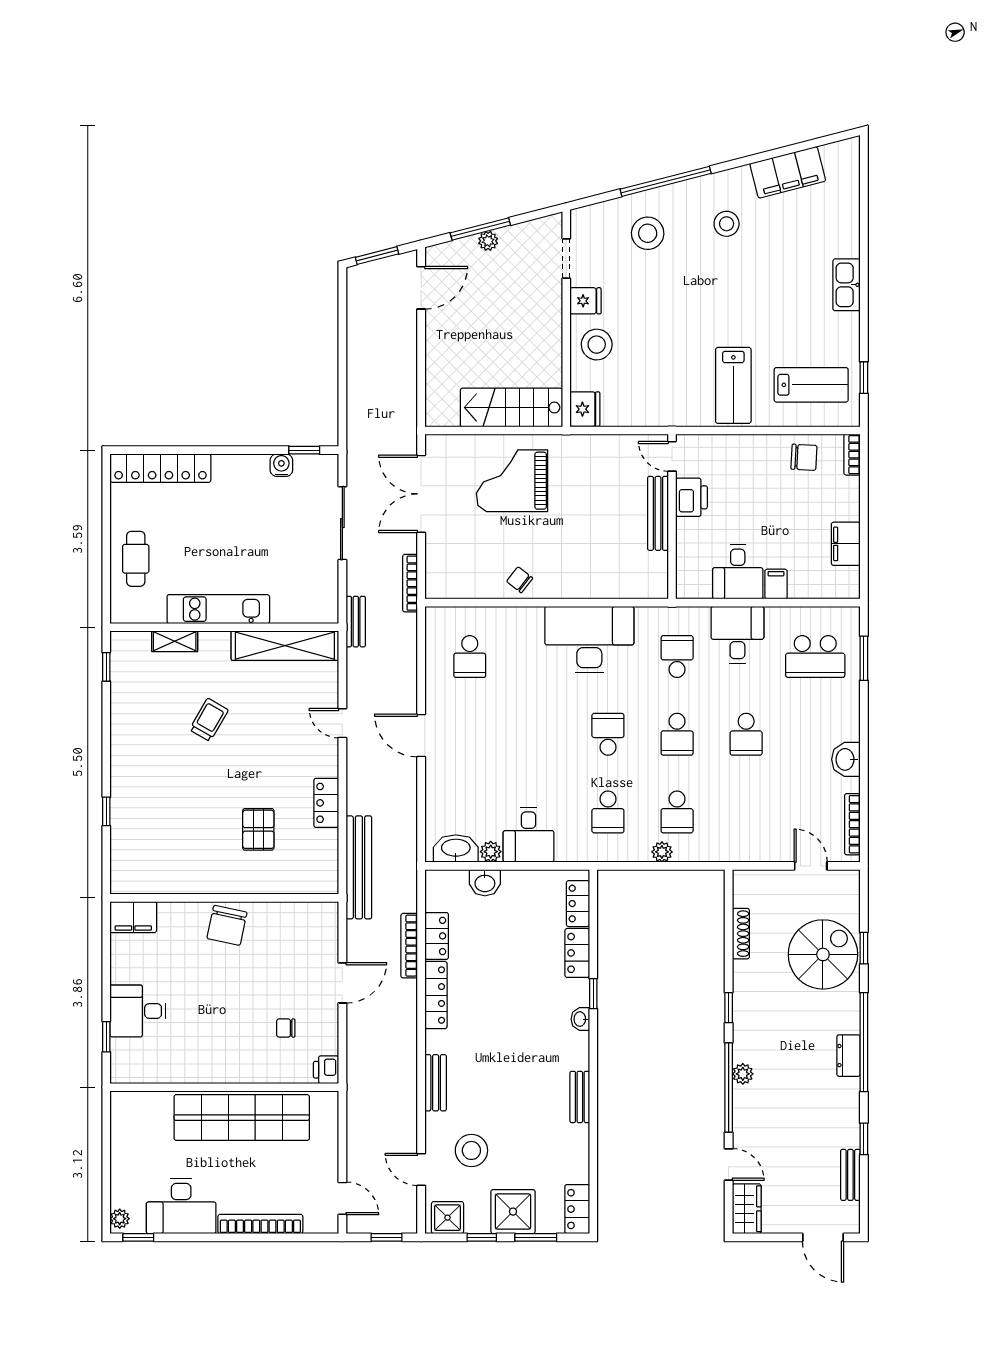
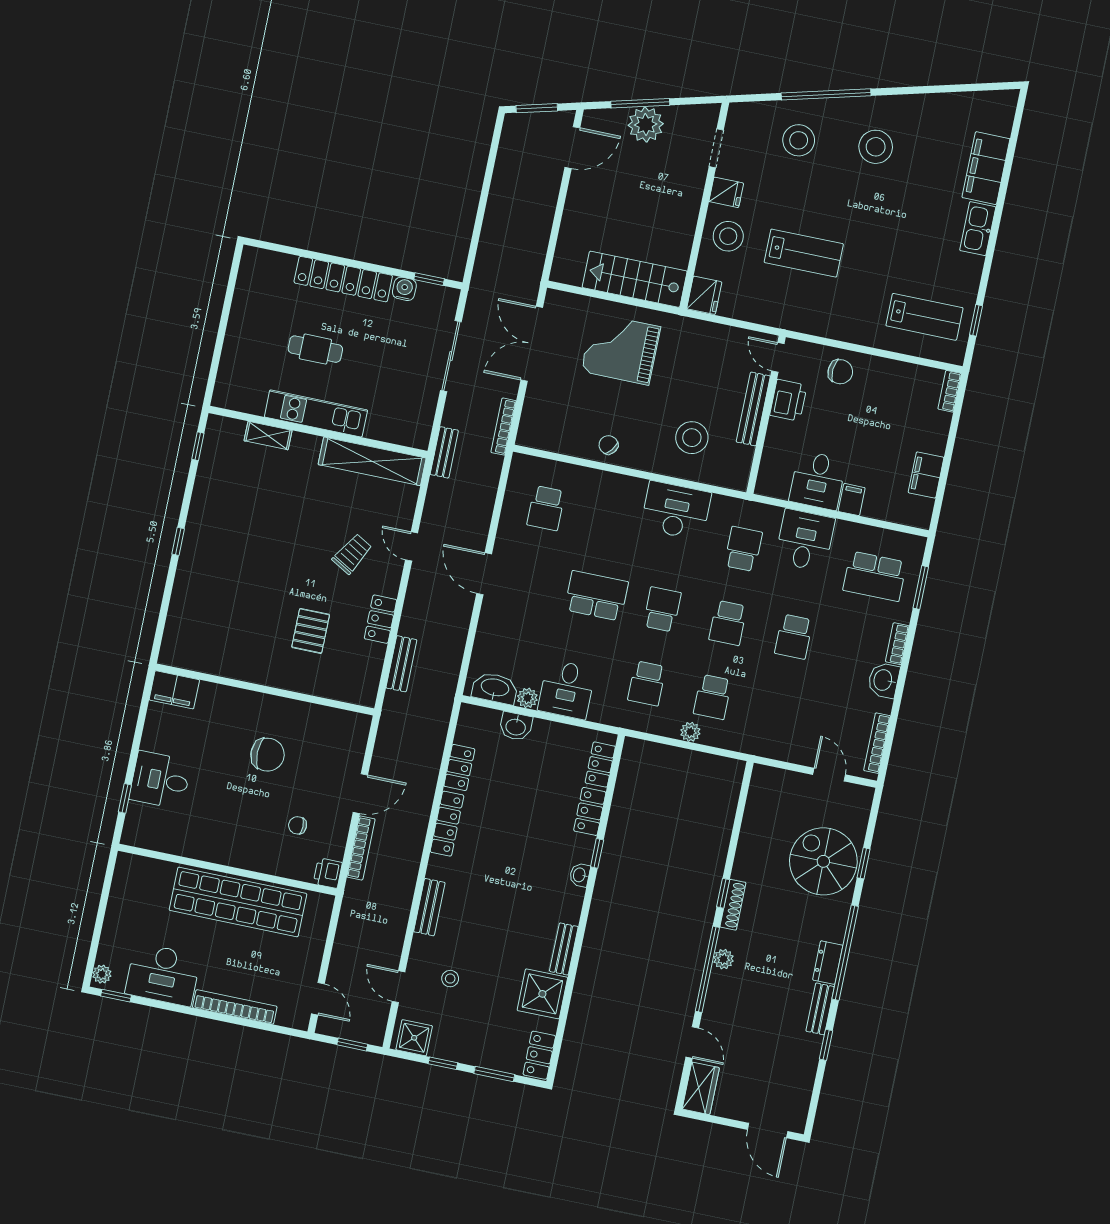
filing cabinet: (788, 172) -> (986, 168), moved, turned 104
stool: (727, 224) -> (876, 147), width x1.38, depth x1.38
plant: (488, 241) -> (646, 124), width x1.88, depth x1.88
lab bench: (733, 385) -> (804, 253), moved, turned -90
chair: (804, 457) -> (840, 372), moved
locker: (161, 468) -> (343, 279), moved
stool: (602, 555) -> (692, 438), added
cafe table: (136, 559) -> (315, 349), moved, turned 90
desk: (589, 640) -> (676, 511), width x0.73, depth x0.77
trolley: (209, 720) -> (352, 554), moved
bookcase: (852, 720) -> (897, 644), added
school desk: (539, 734) -> (596, 596), added
window: (106, 811) -> (178, 541), moved
bench: (359, 867) -> (401, 664), width x0.54, depth x0.82
chair: (227, 925) -> (268, 755), moved, turned -102
shoe rack: (741, 934) -> (733, 905), moved
bookcase: (409, 946) -> (361, 848), moved, turned 180
spiral stairs: (823, 954) -> (823, 861), turned -90
stool: (471, 1150) -> (450, 979), width x0.53, depth x0.53
bench: (850, 1175) -> (820, 1009), moved
shower: (513, 1212) -> (542, 994), moved

